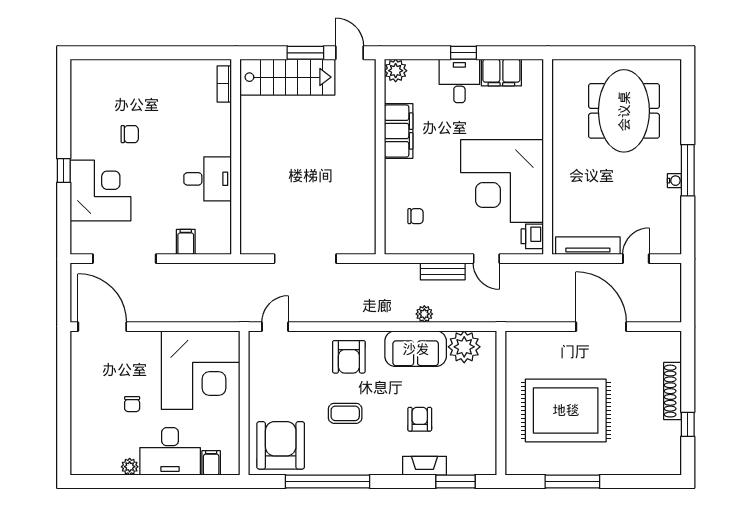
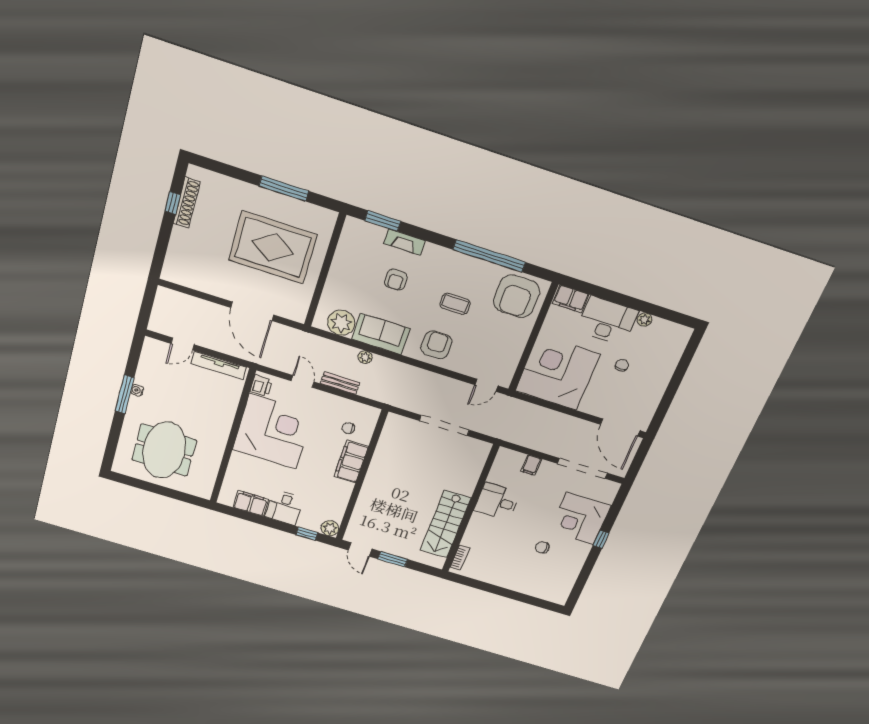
window: (464, 53) -> (307, 534), moved
stairs: (287, 77) -> (446, 524), moved, turned -90
filing cabinet: (399, 131) -> (351, 462), moved
door: (601, 327) -> (252, 311), moved
shoe rack: (672, 391) -> (187, 203), moved
filing cabinet: (211, 463) -> (571, 299), width x2.00

